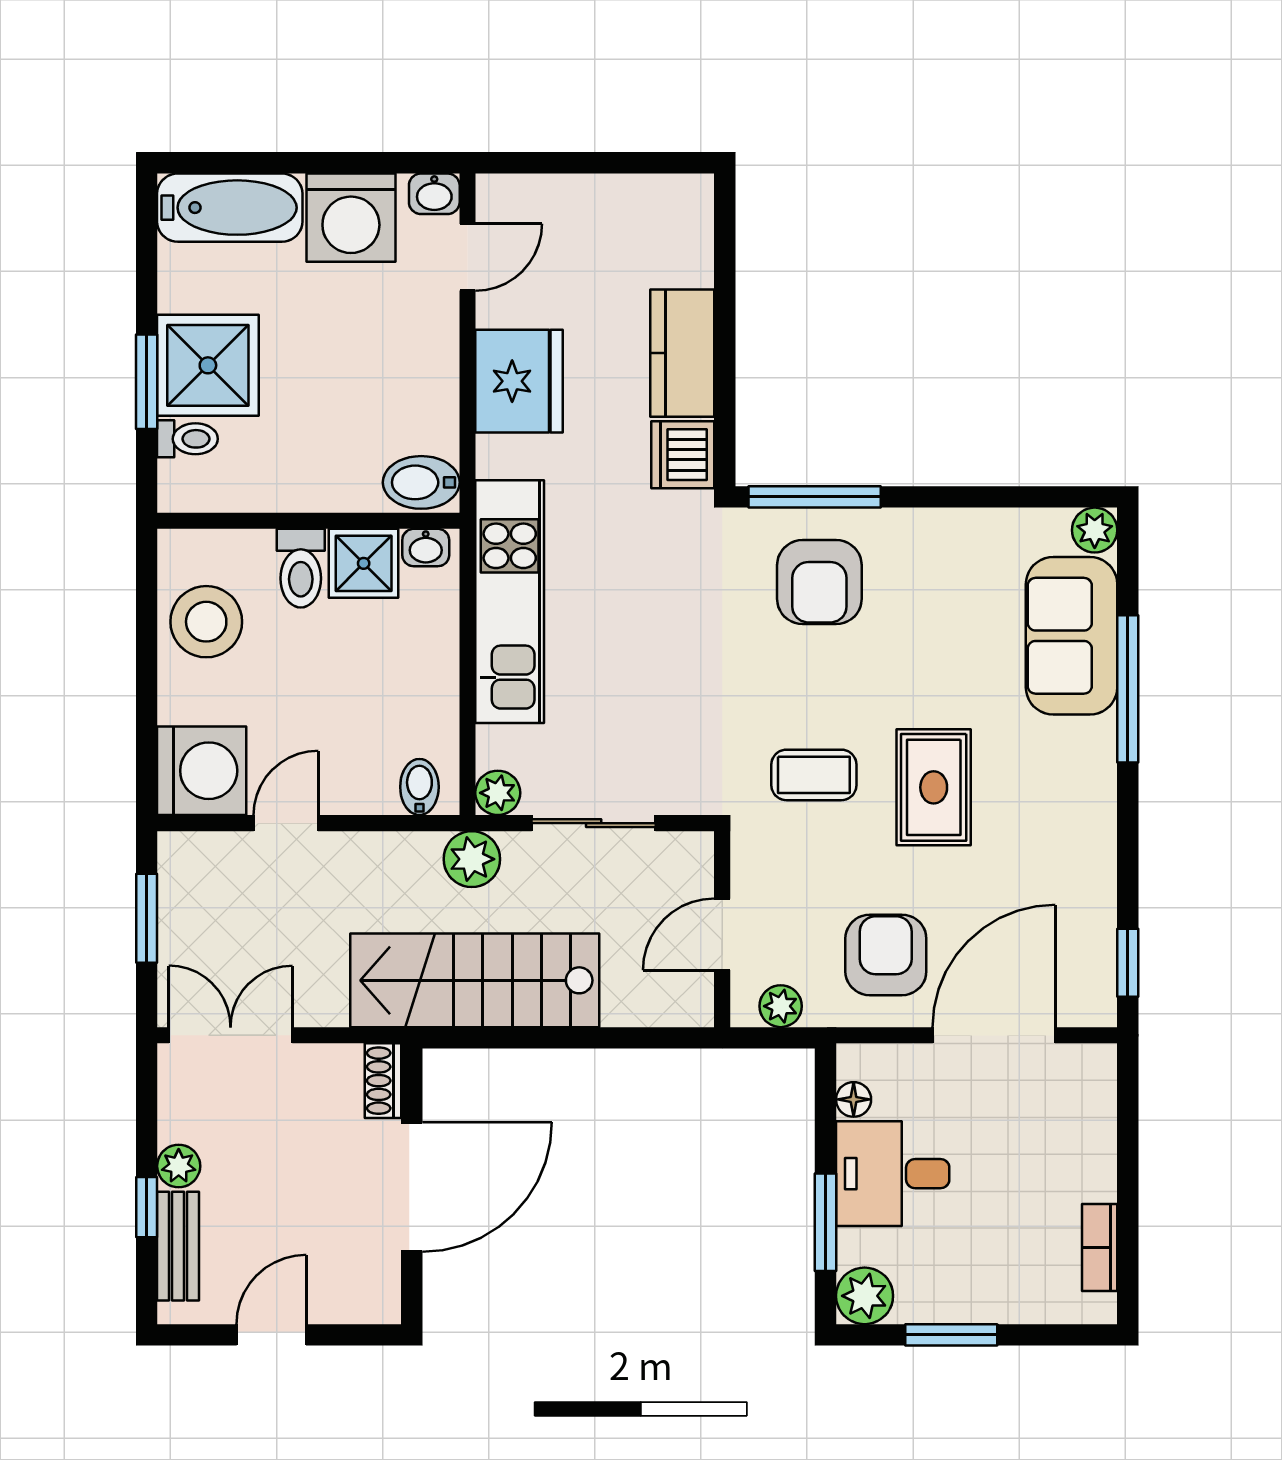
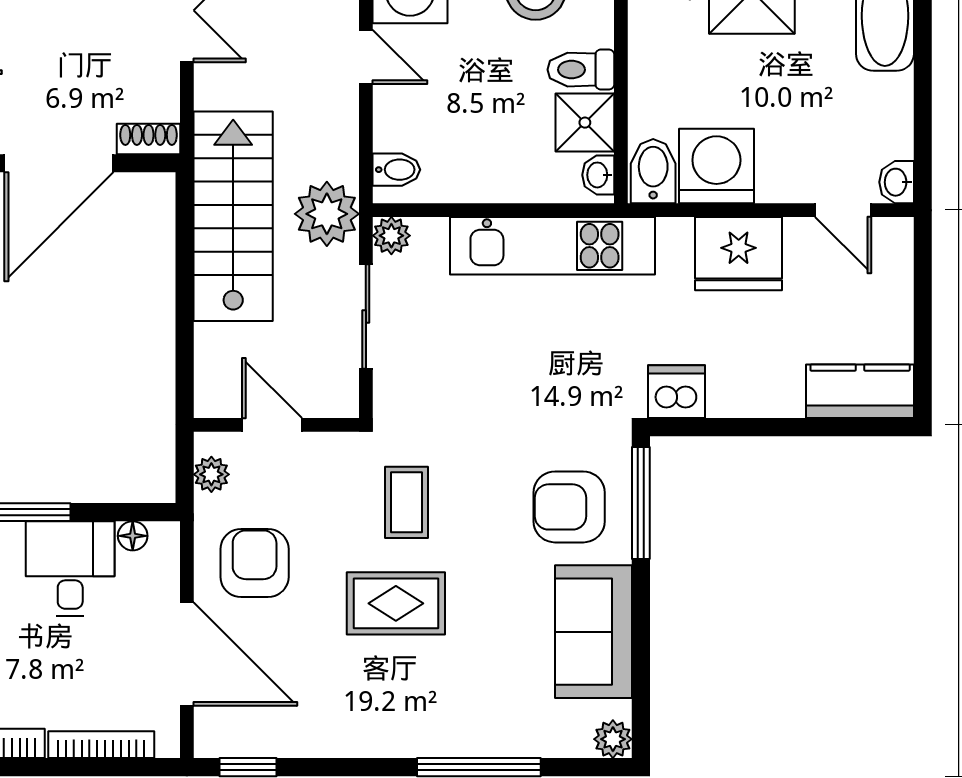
washing machine: (351, 218) -> (716, 166), moved, turned 90
kitchen counter: (682, 353) -> (860, 391), moved
sofa: (1072, 636) -> (594, 632), moved, turned -90
plant: (472, 859) -> (327, 214), width x1.36, depth x1.36
armchair: (886, 955) -> (255, 563), turned -90
bookcase: (1101, 1137) -> (101, 745), added
door: (412, 1187) -> (59, 163), hinge flipped

